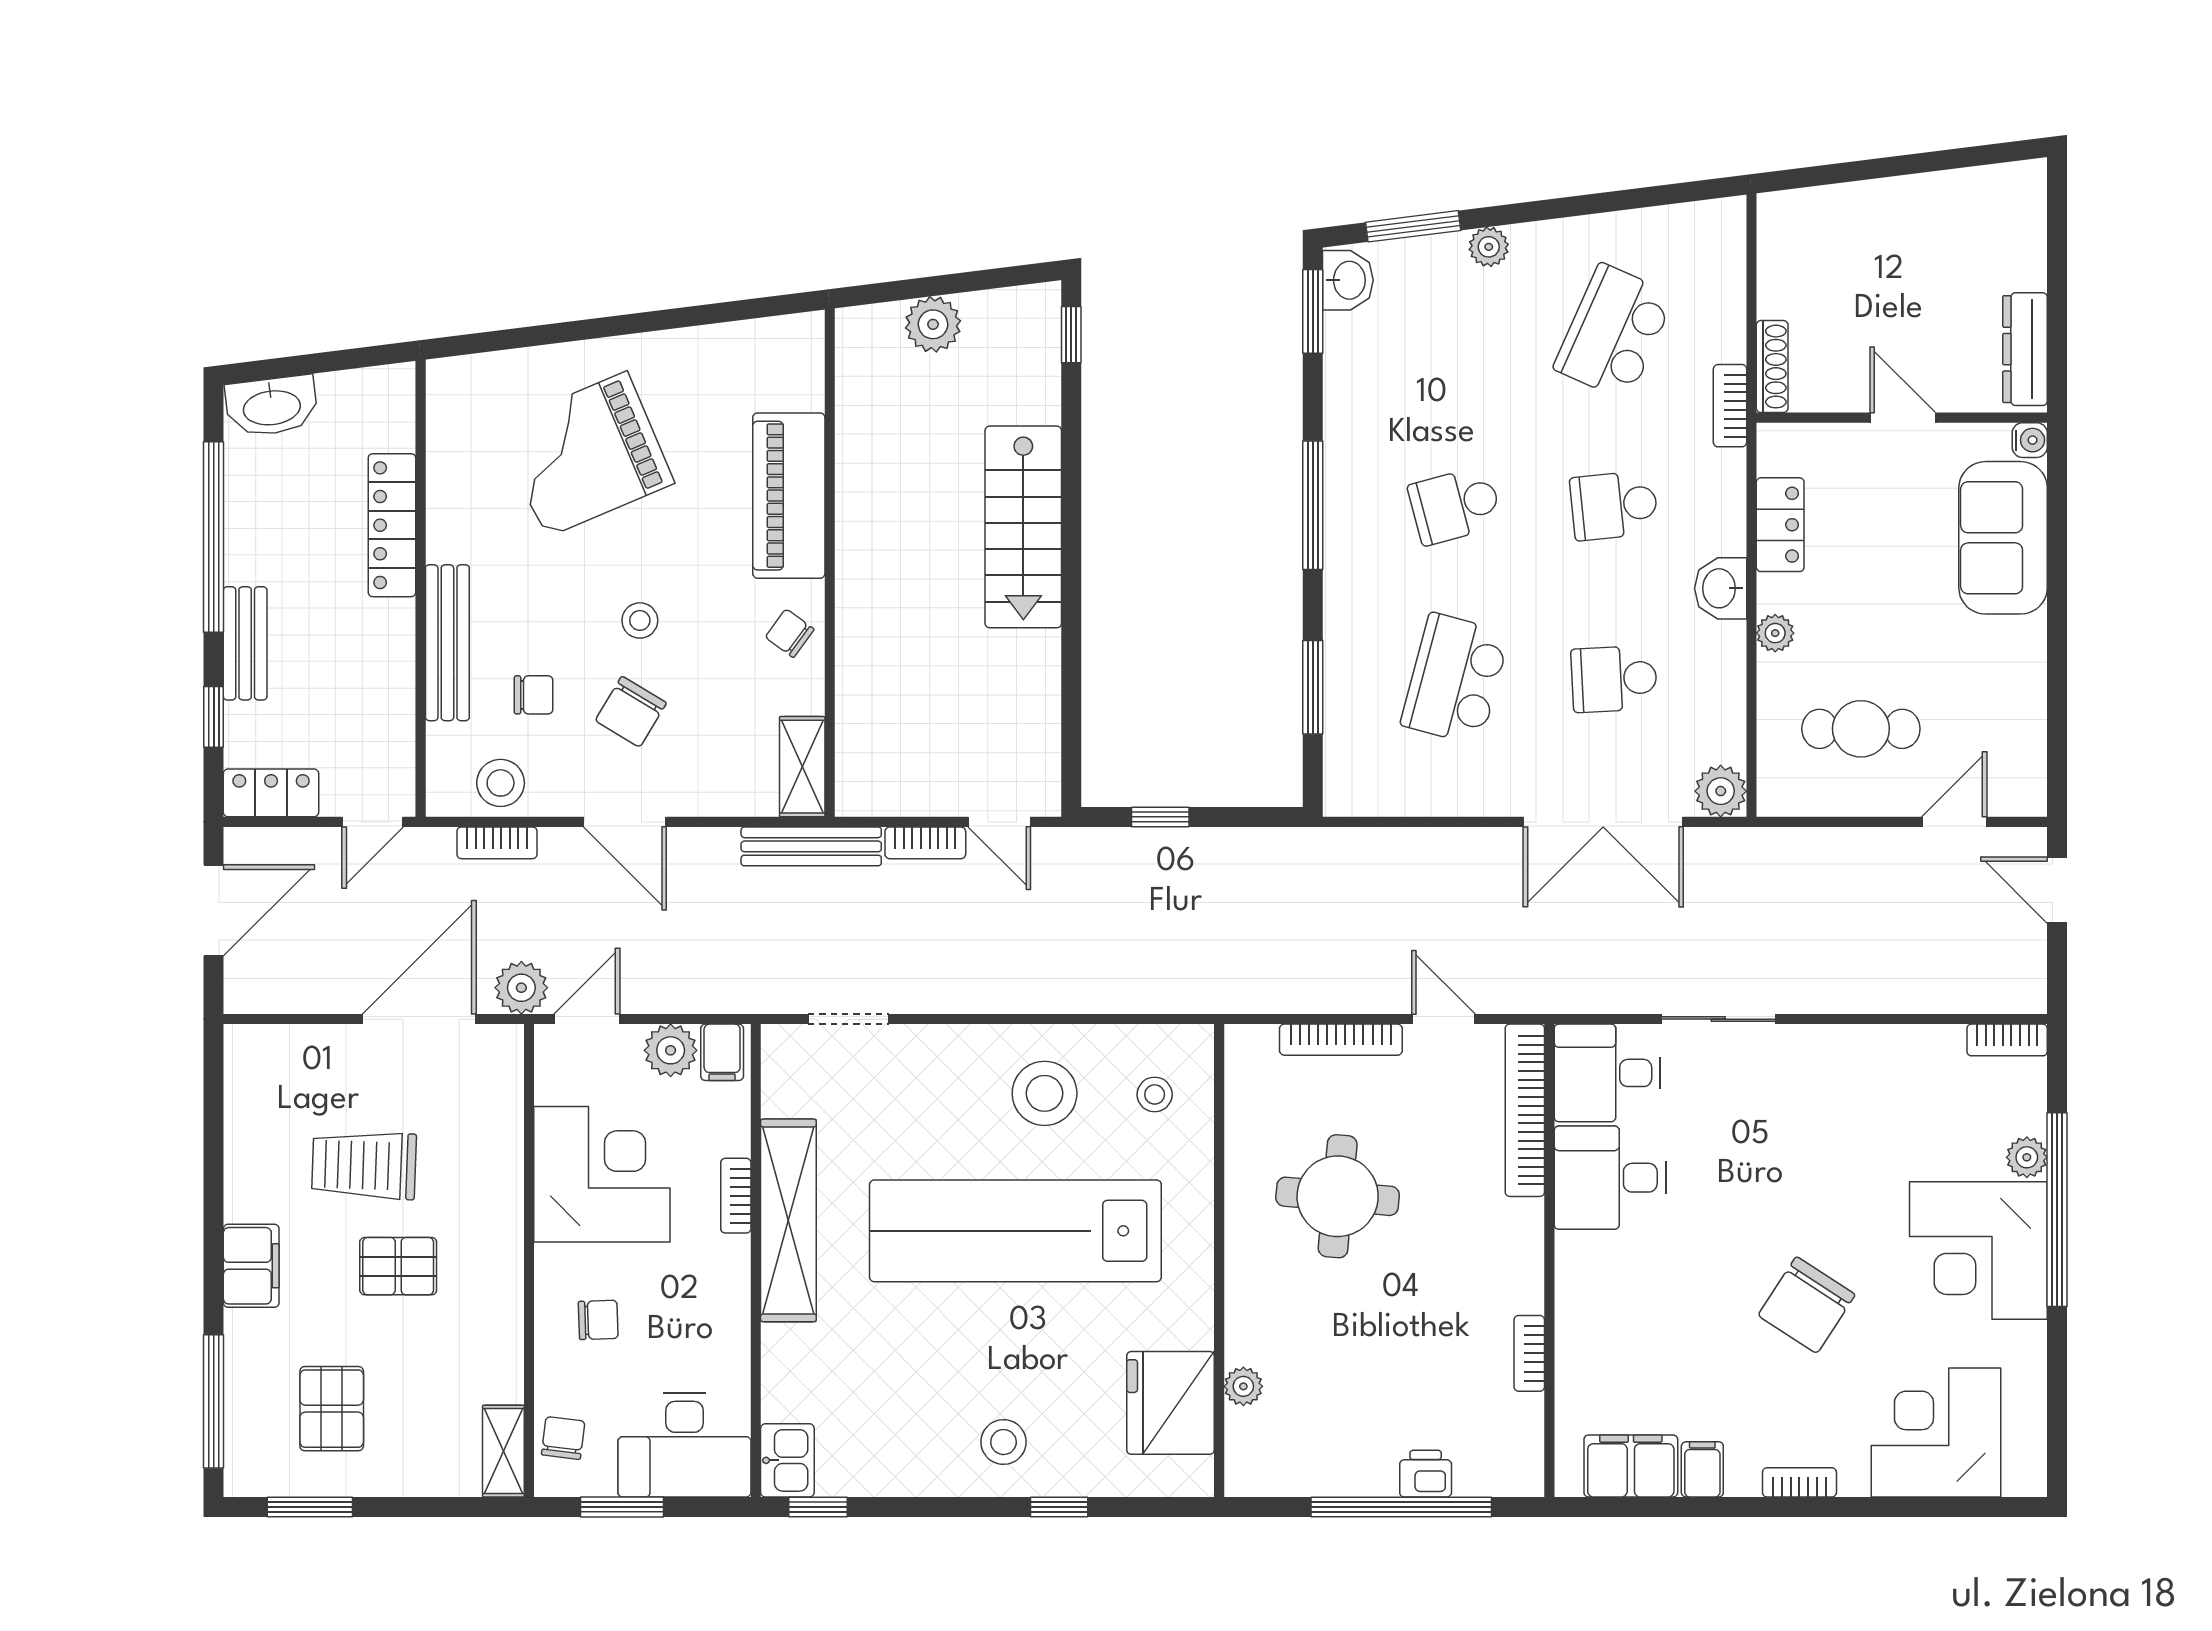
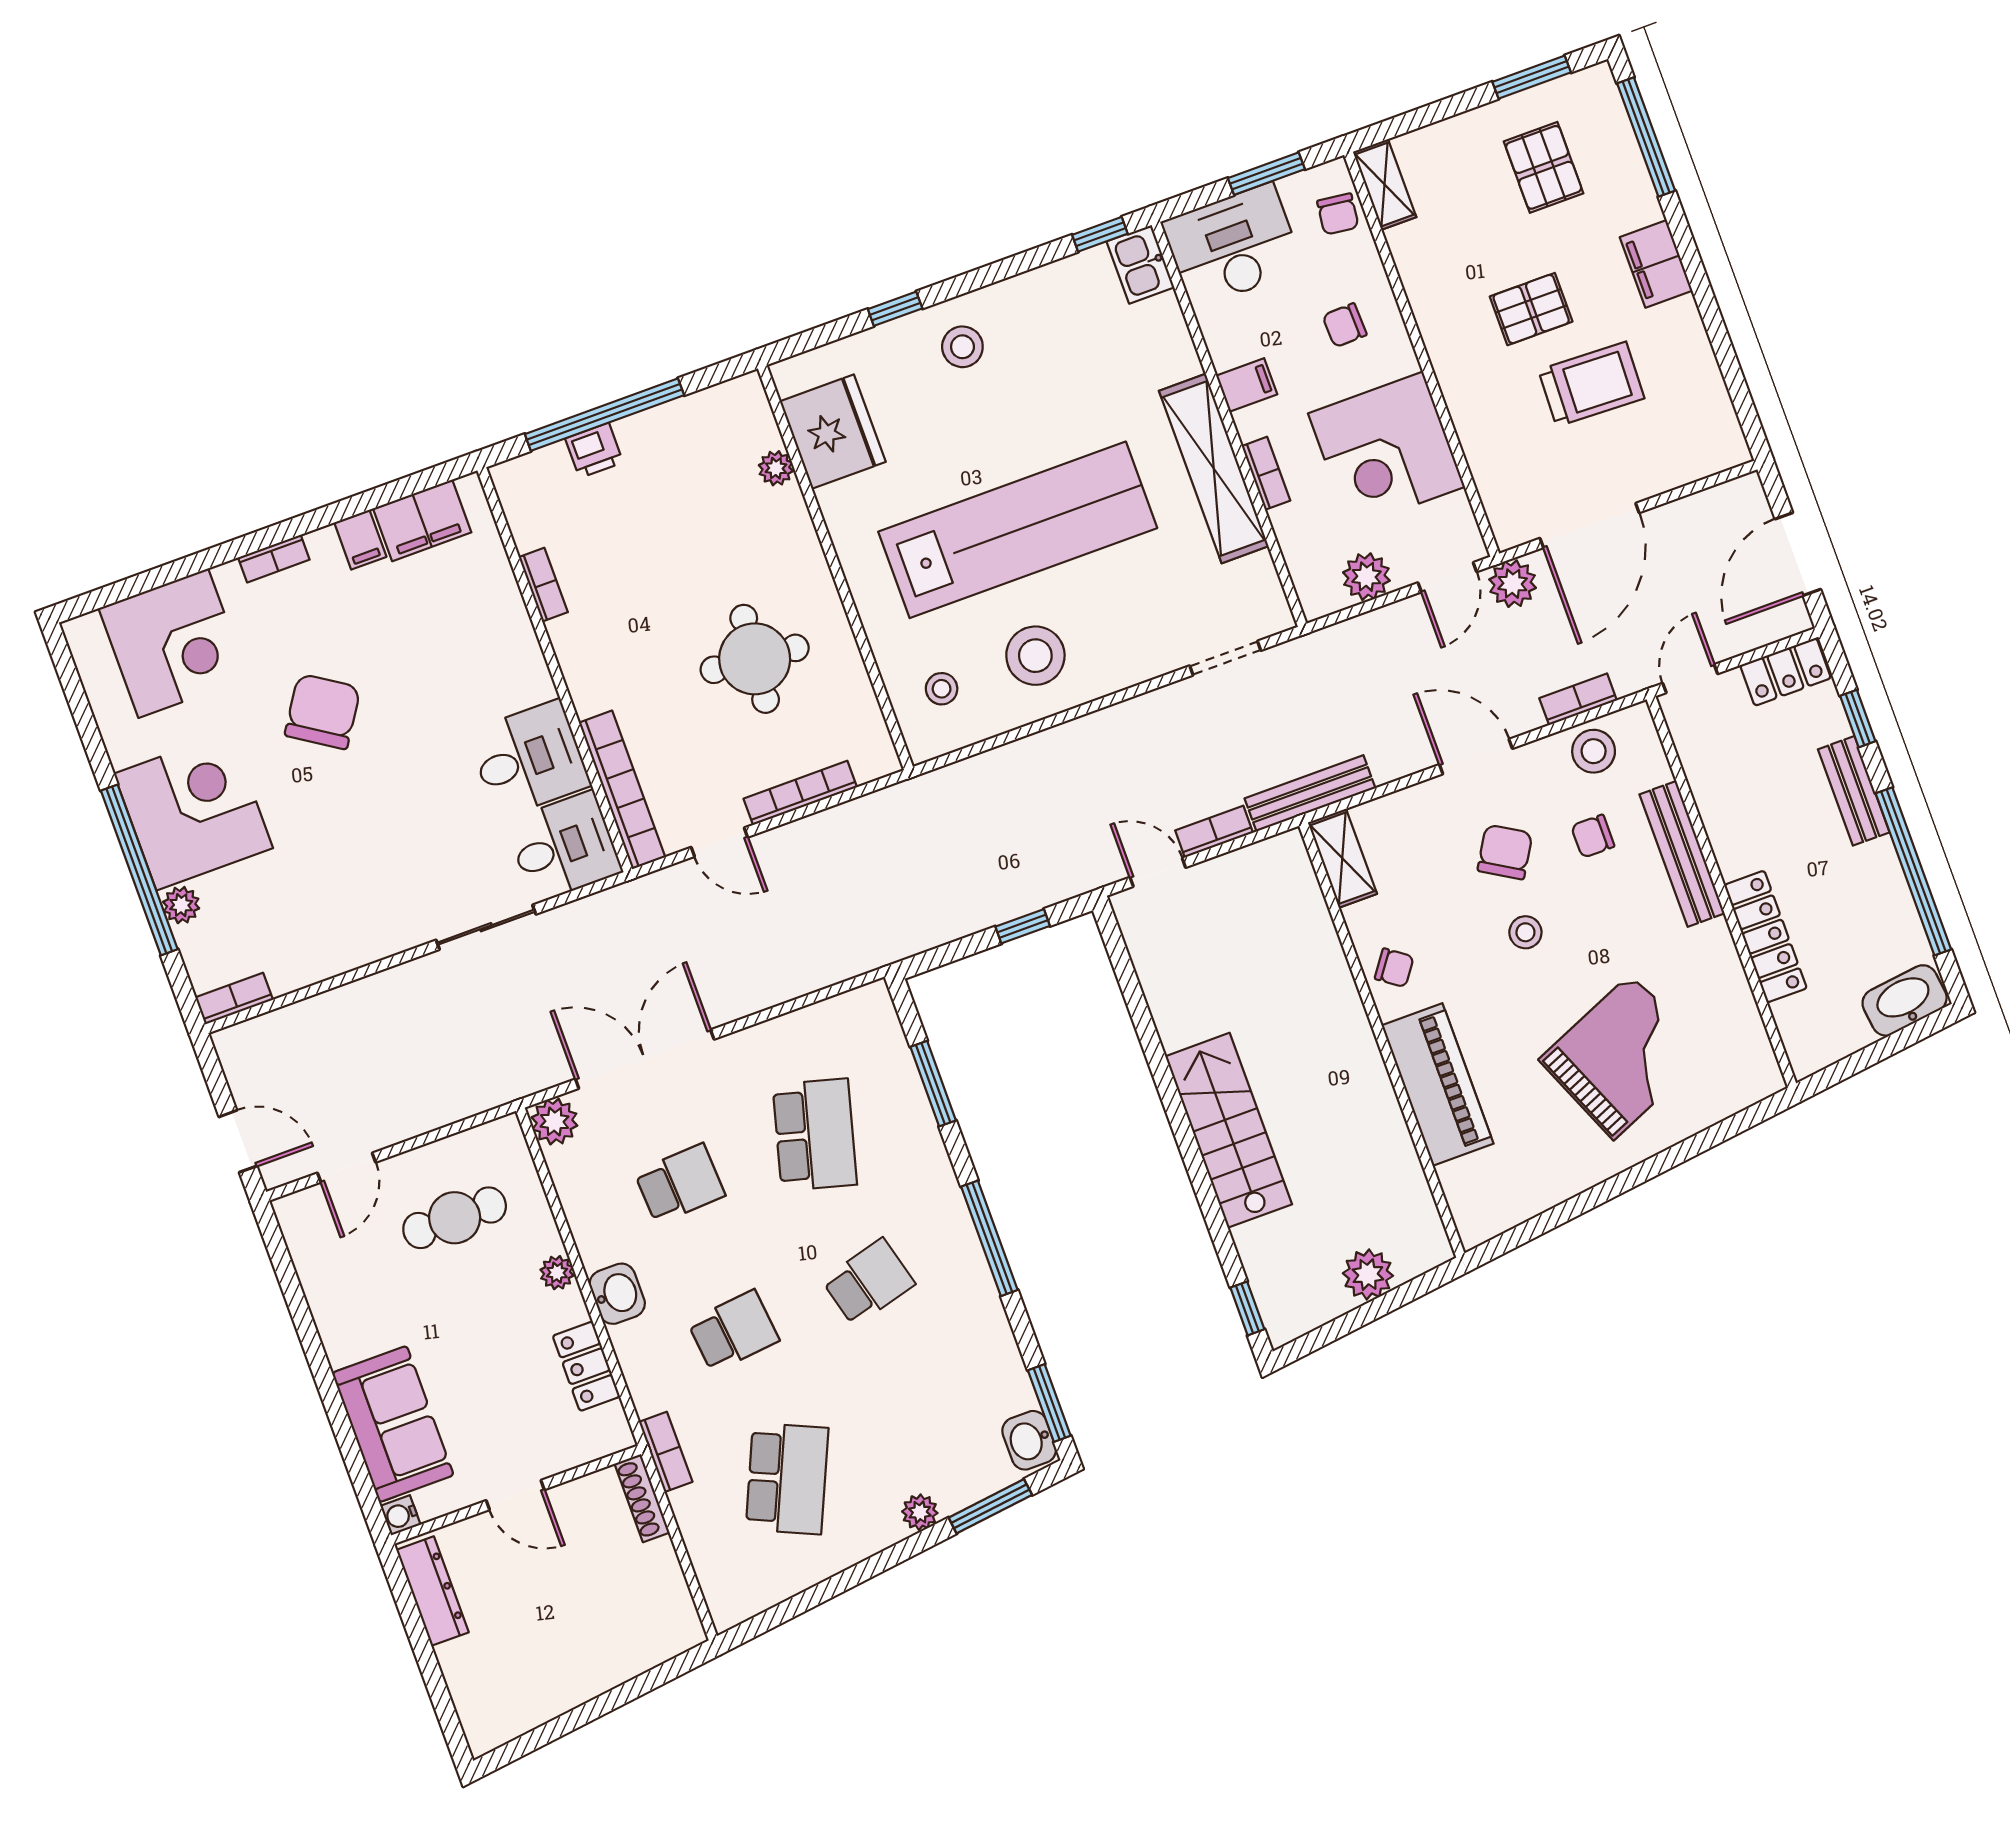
filing cabinet: (722, 1052) -> (1247, 385), moved, turned 90

